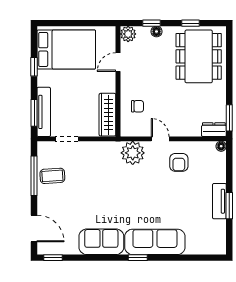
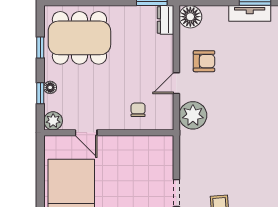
wardrobe: (107, 115) -> (148, 145), removed
floor lamp: (221, 146) -> (190, 17), width x1.89, depth x1.89

